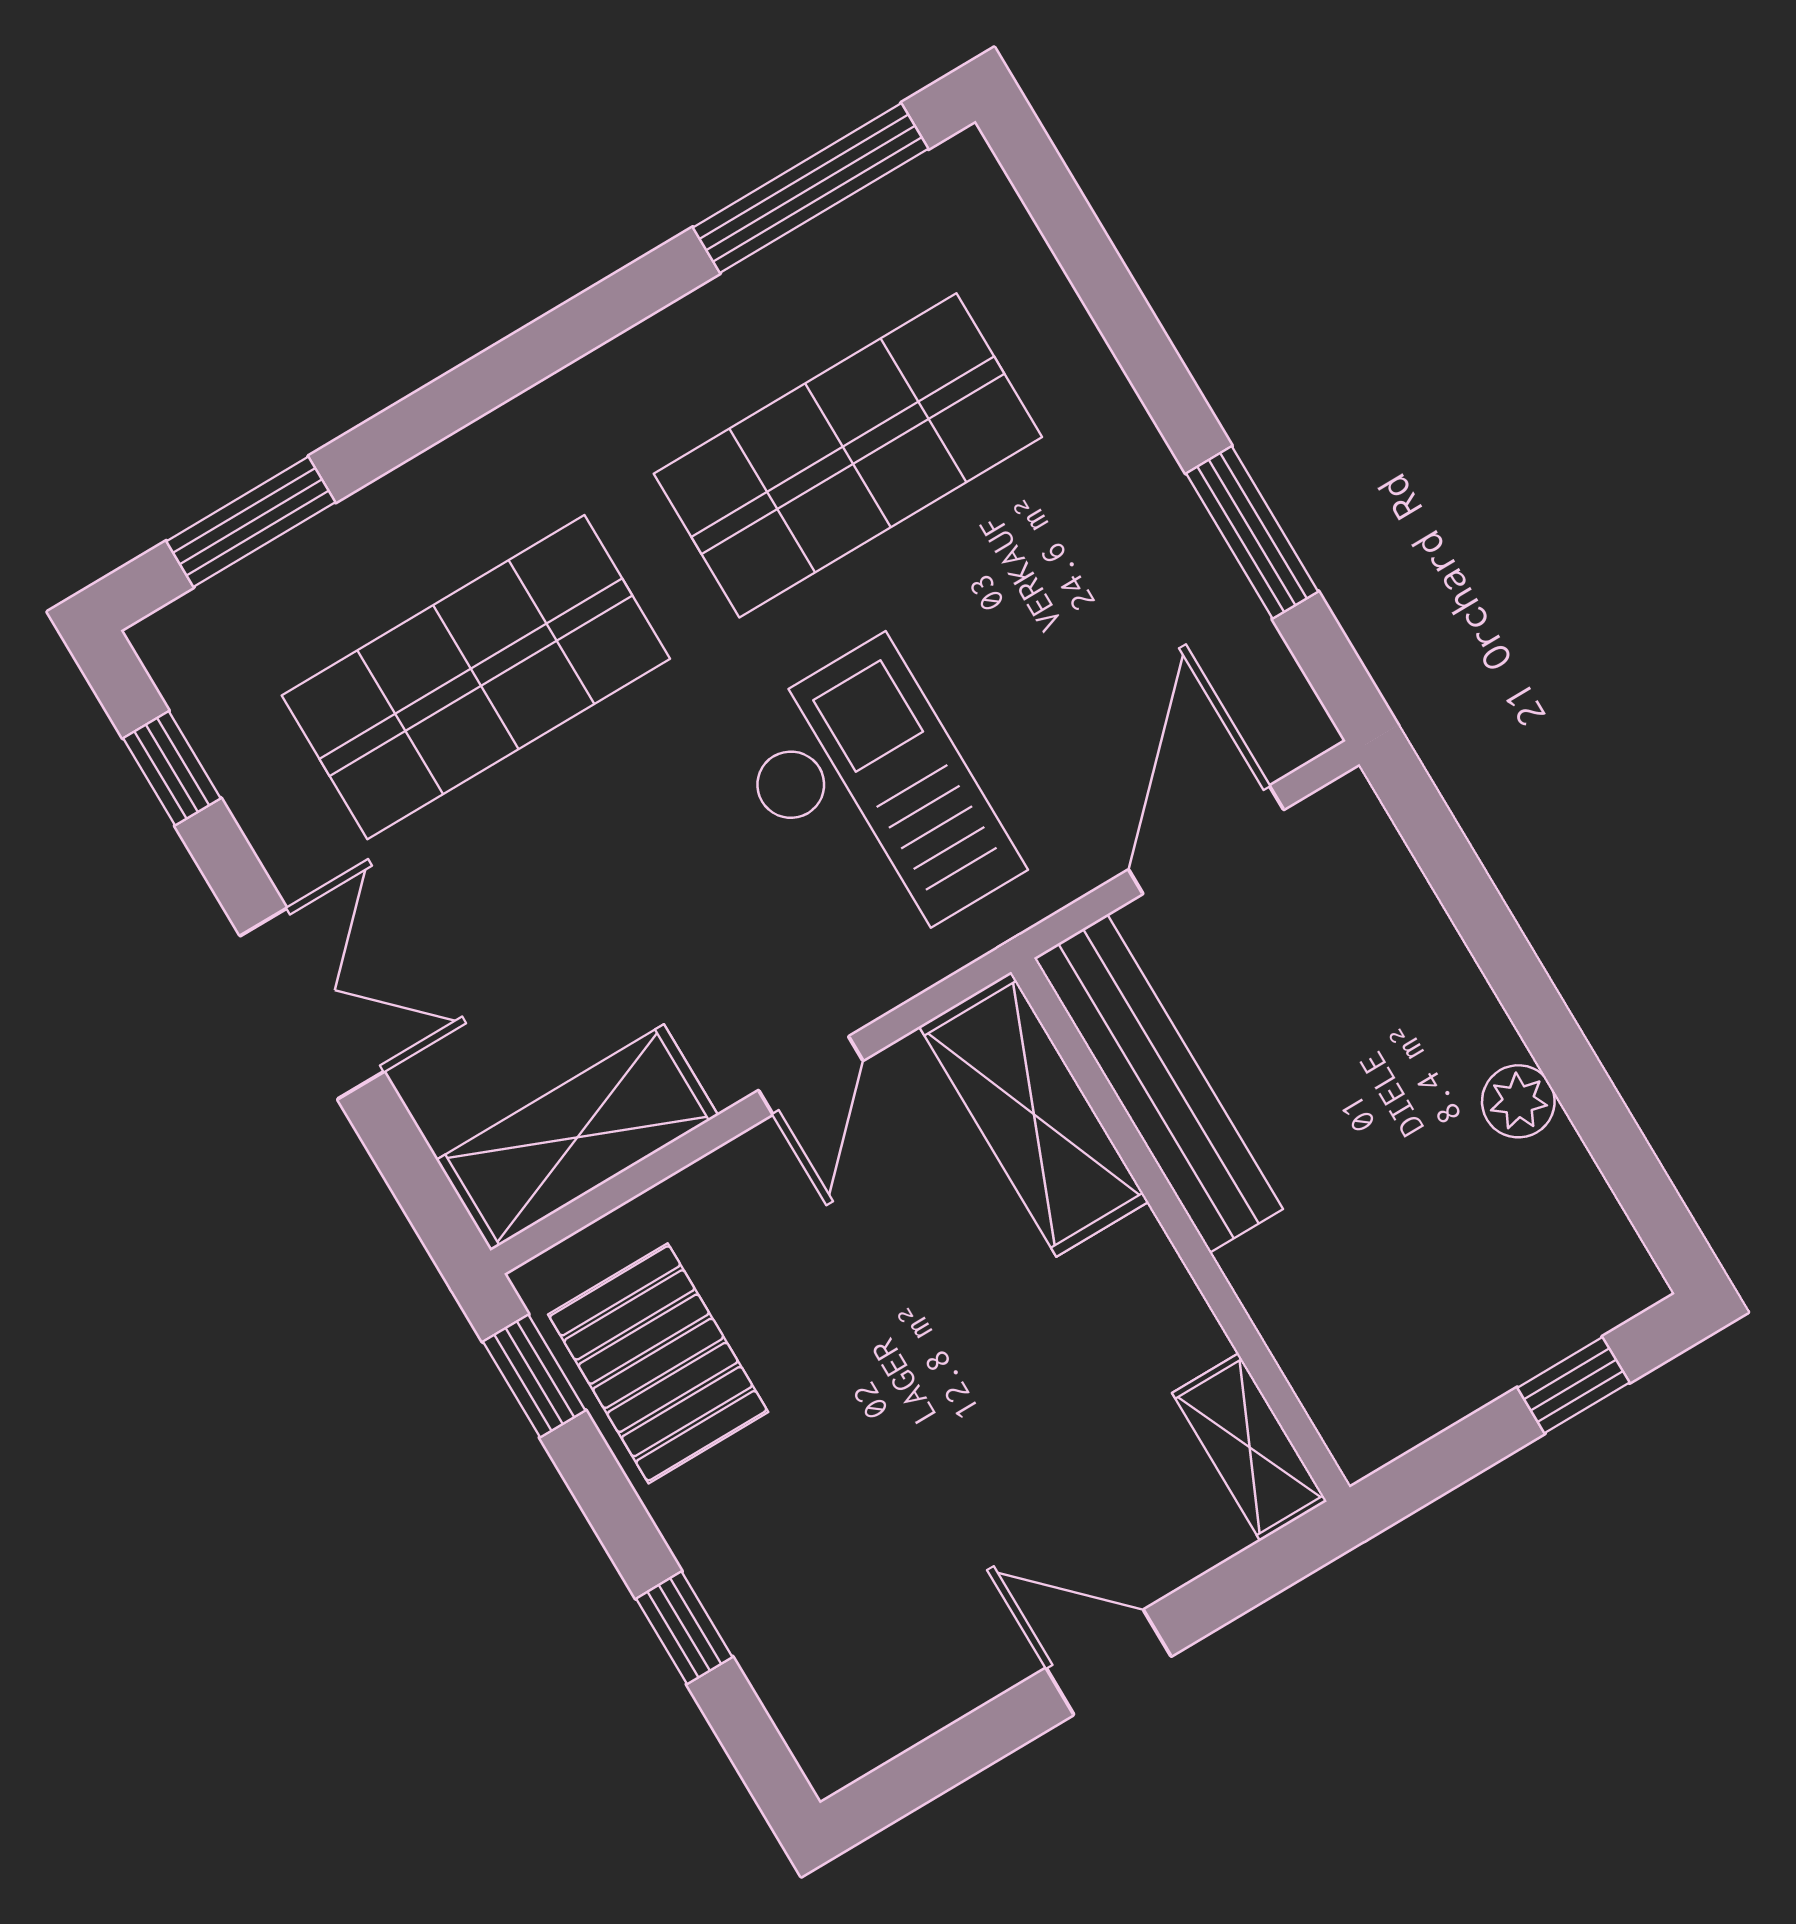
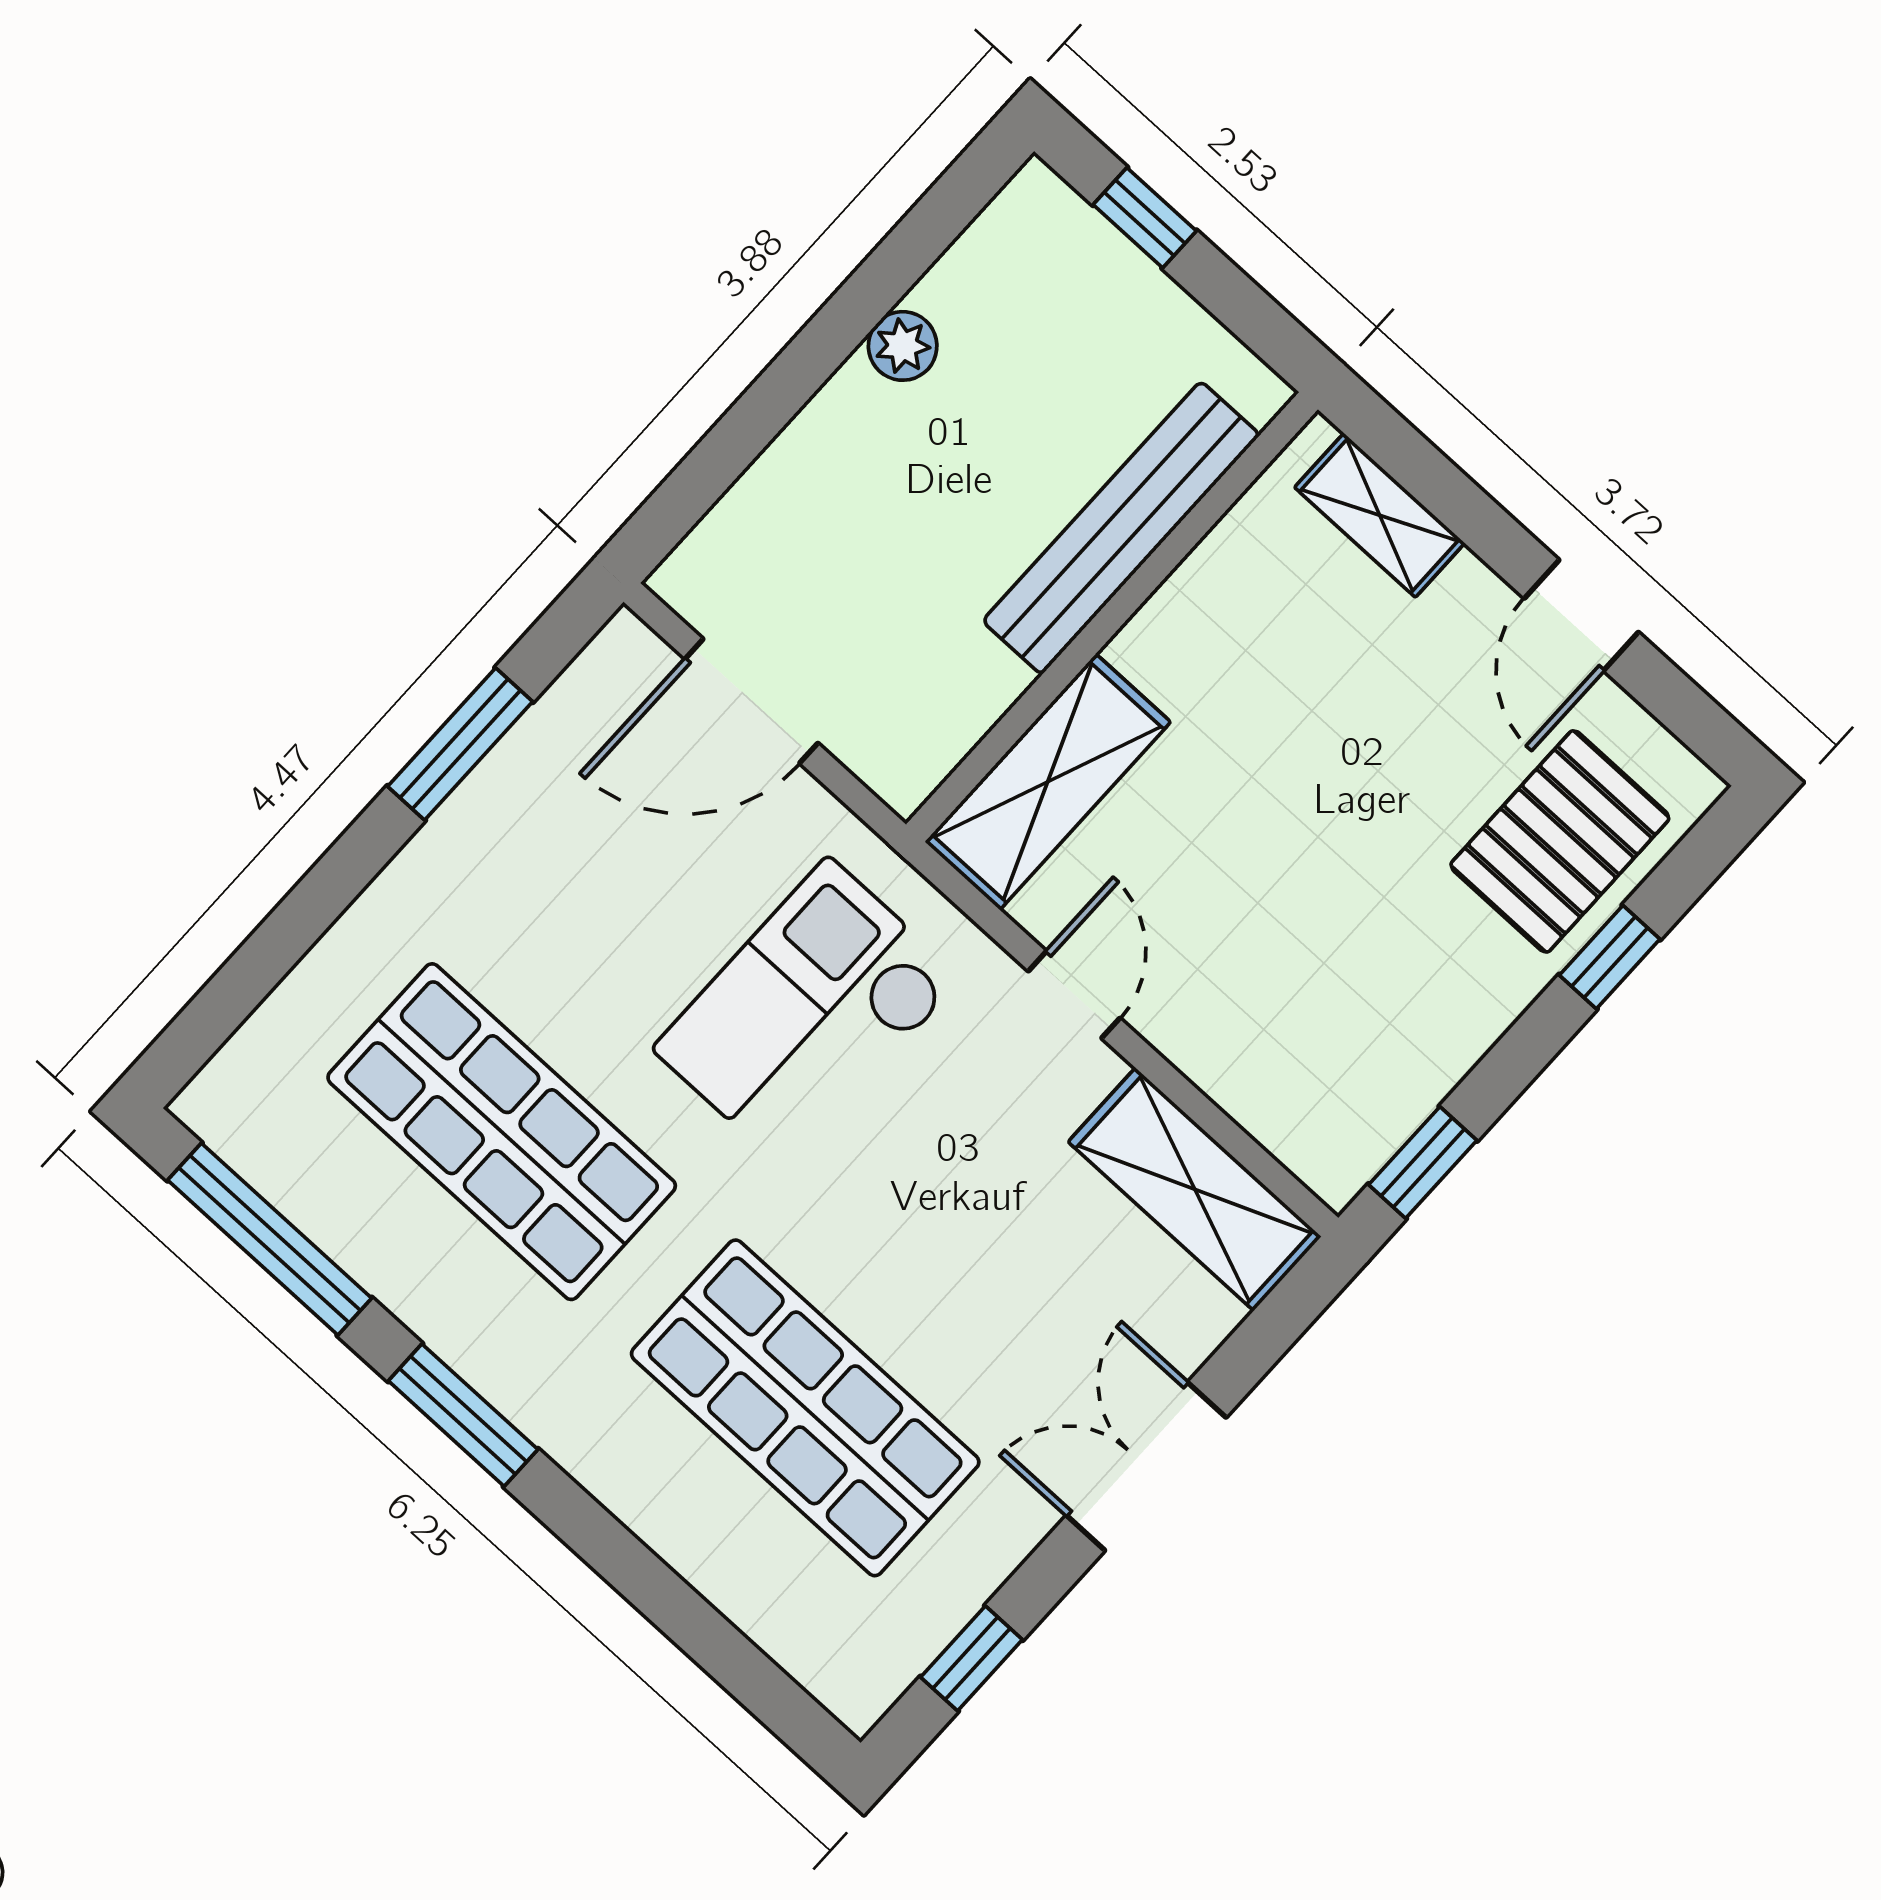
window: (251, 522) -> (463, 1415), moved
door: (811, 1075) -> (1074, 995), hinge flipped
bench: (1158, 1083) -> (1121, 528), moved
pallet: (658, 1363) -> (1560, 841), moved
shelving: (1249, 1447) -> (1380, 515), moved, turned 90
door: (1109, 1662) -> (1581, 615), moved

